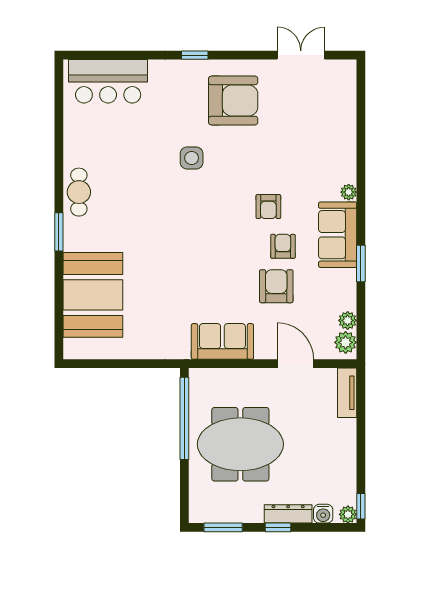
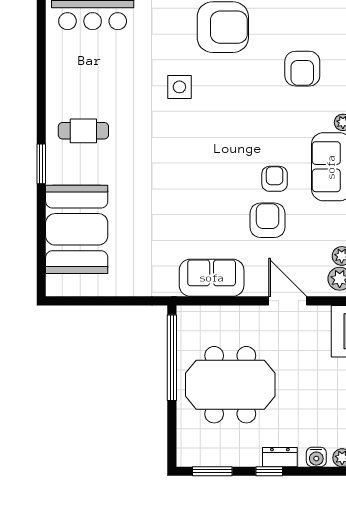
cafe table: (79, 192) -> (83, 131), moved, turned 90
armchair: (268, 207) -> (302, 69), moved, width x1.38, depth x1.38
dresser: (288, 514) -> (280, 457), width x0.70

